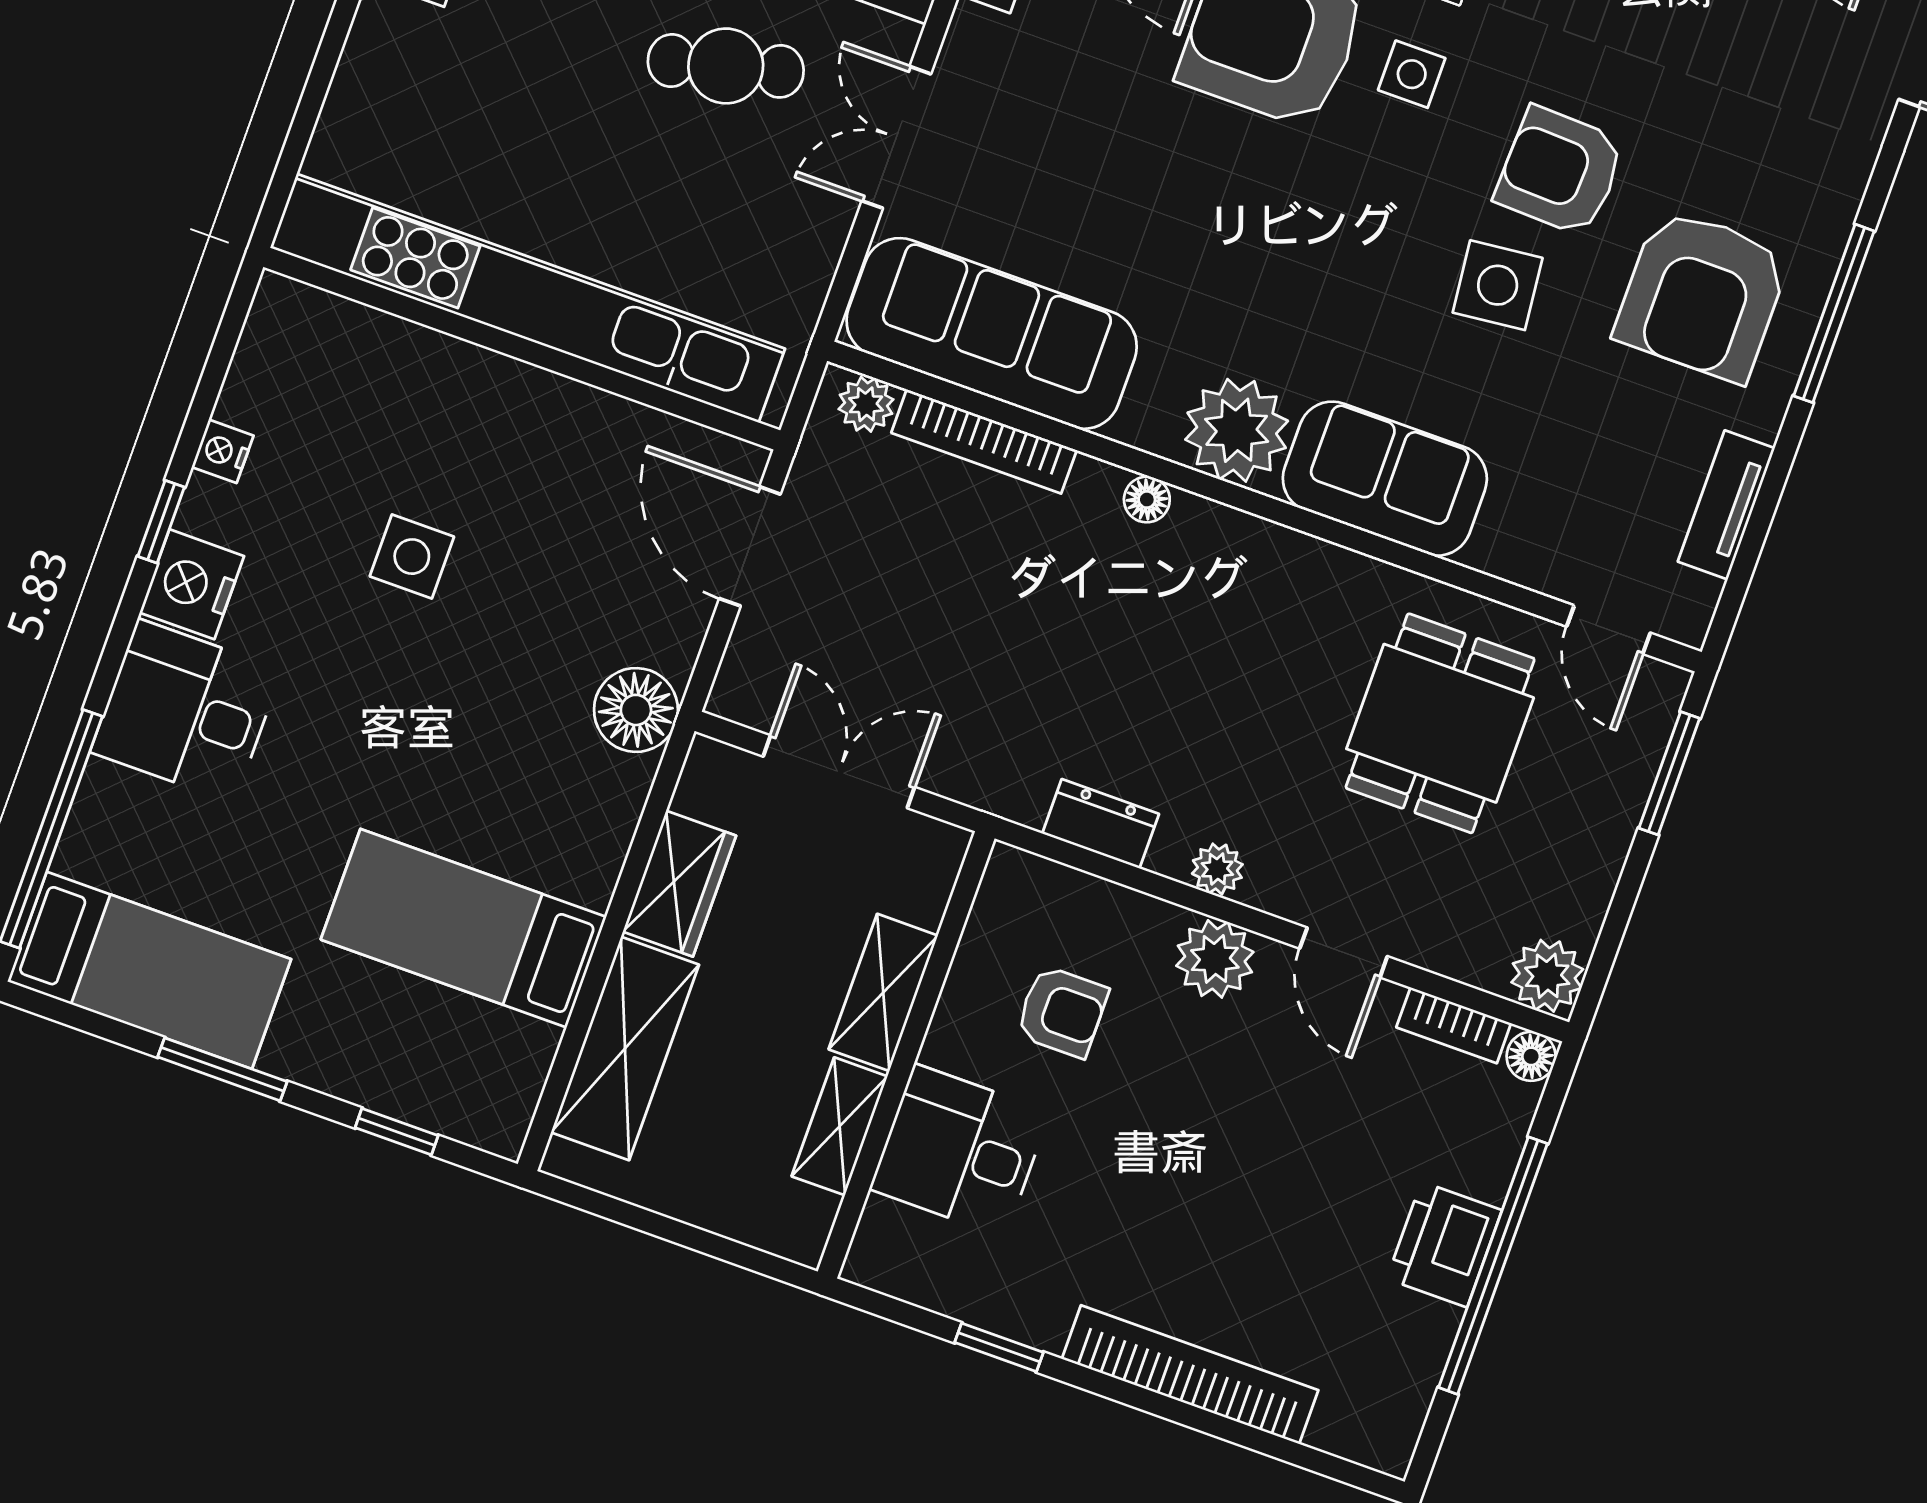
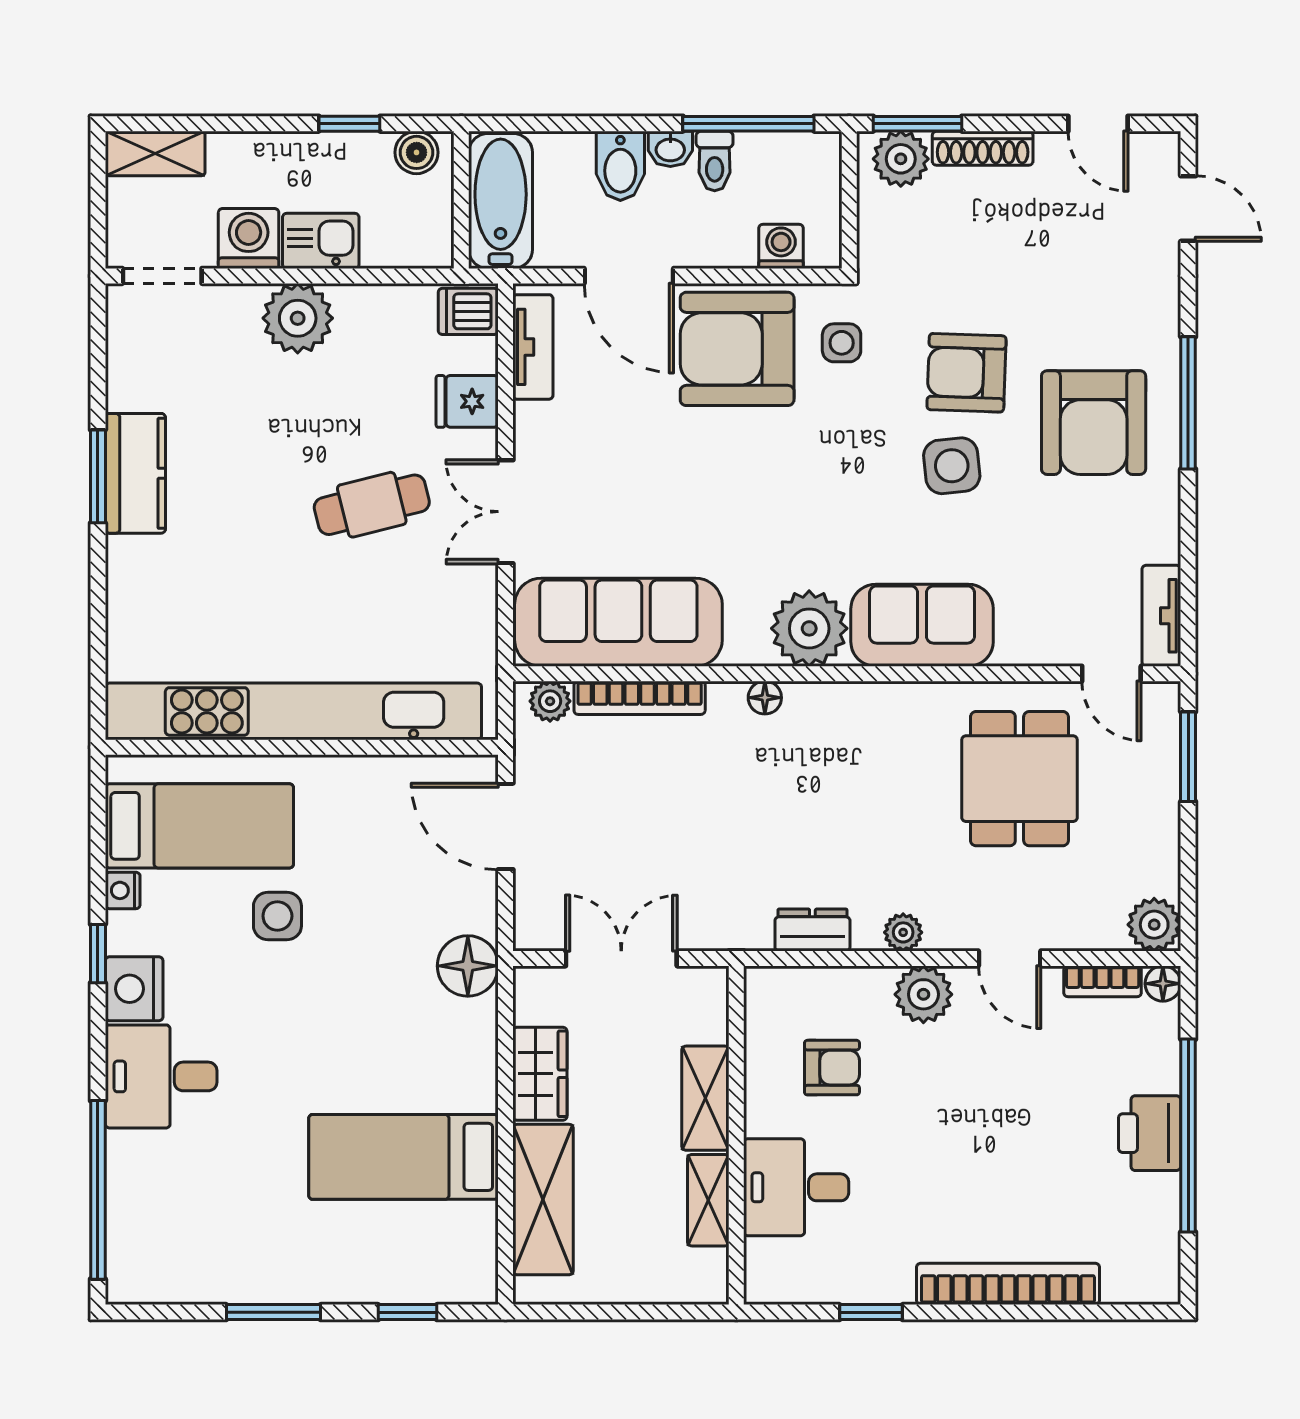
tv unit: (1726, 505) -> (1161, 616), moved
bed: (149, 970) -> (199, 826), moved

